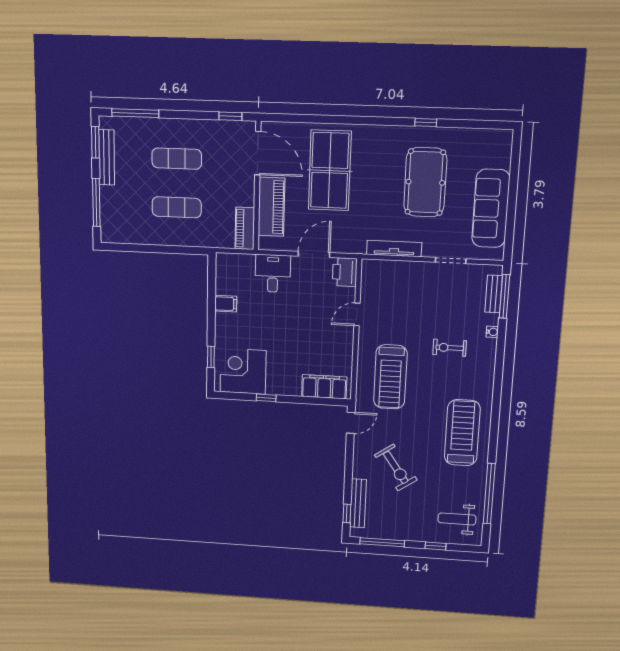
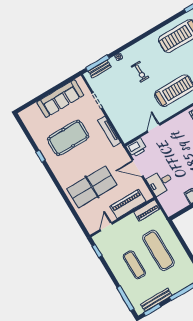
door: (258, 153) -> (106, 227), width x0.53
exercise mat: (177, 207) -> (158, 250), width x1.36, depth x1.45
door: (357, 314) -> (154, 128), swing flipped

